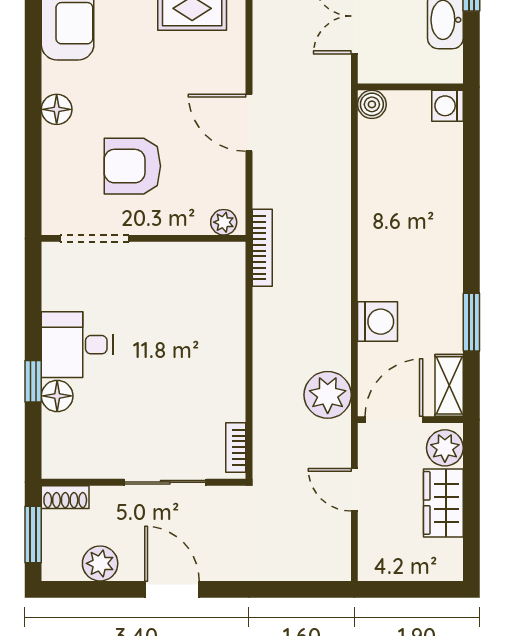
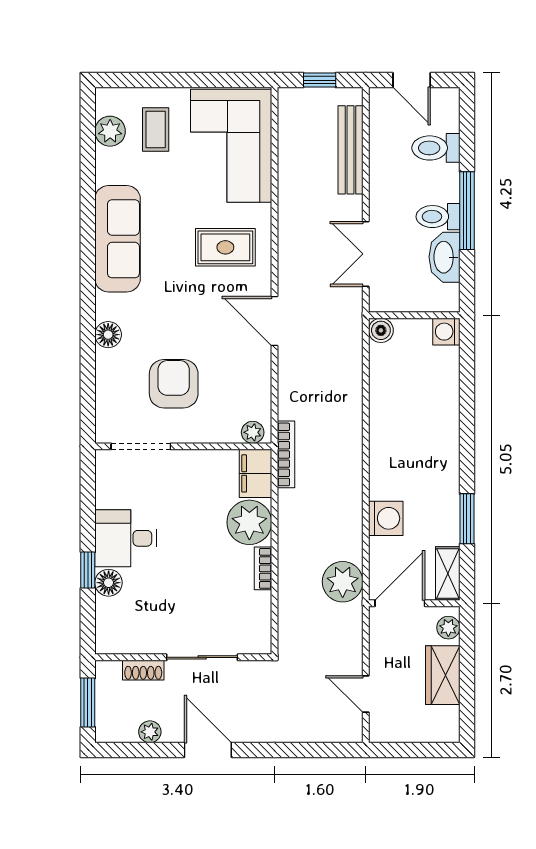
door: (249, 123) -> (275, 321), moved
armchair: (132, 166) -> (174, 384), turned 90
filing cabinet: (227, 270) -> (255, 473), added
plant: (220, 326) -> (249, 522), added
bookcase: (236, 447) -> (263, 568), moved
plant: (445, 448) -> (448, 628), width x0.73, depth x0.73
door: (354, 490) -> (366, 694), moved
shoe rack: (65, 497) -> (143, 670), moved
plant: (100, 563) -> (150, 732), width x0.73, depth x0.73

